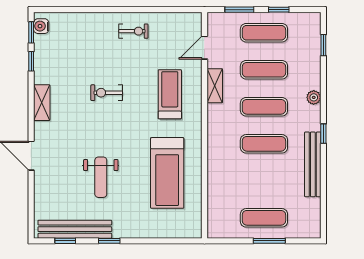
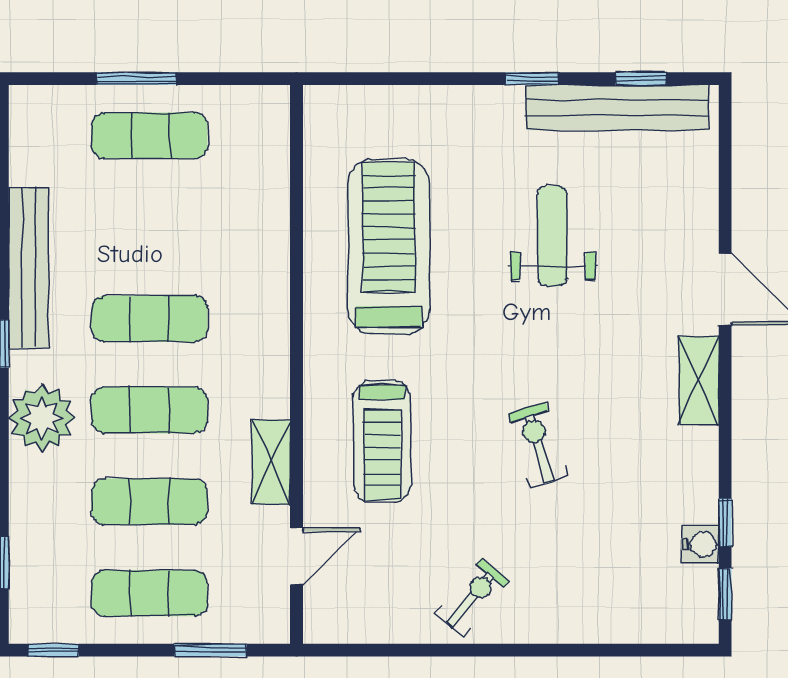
window: (279, 10) -> (53, 650), moved
water cooler: (41, 26) -> (700, 544), moved
exercise bike: (133, 31) -> (472, 597), turned 130
exercise bike: (107, 93) -> (538, 445), turned -107
plant: (314, 97) -> (42, 418), width x1.88, depth x1.88
shelving: (42, 103) -> (699, 381), moved

